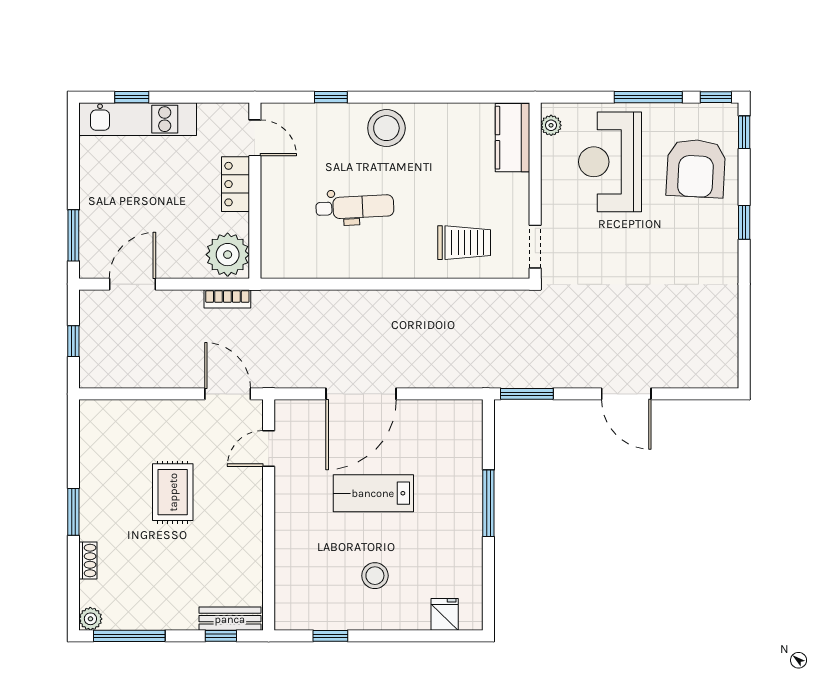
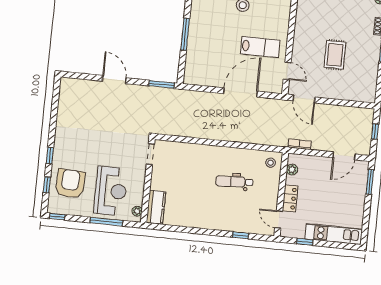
window: (132, 97) -> (305, 242), moved
window: (648, 97) -> (106, 222), moved
stool: (386, 128) -> (271, 163), moved, width x0.53, depth x0.53
window: (744, 132) -> (47, 185), moved
trolley: (464, 243) -> (184, 159), removed
plant: (228, 255) -> (292, 170), width x0.53, depth x0.53
door: (269, 449) -> (287, 71), hinge flipped
lab bench: (373, 493) -> (260, 47), moved

